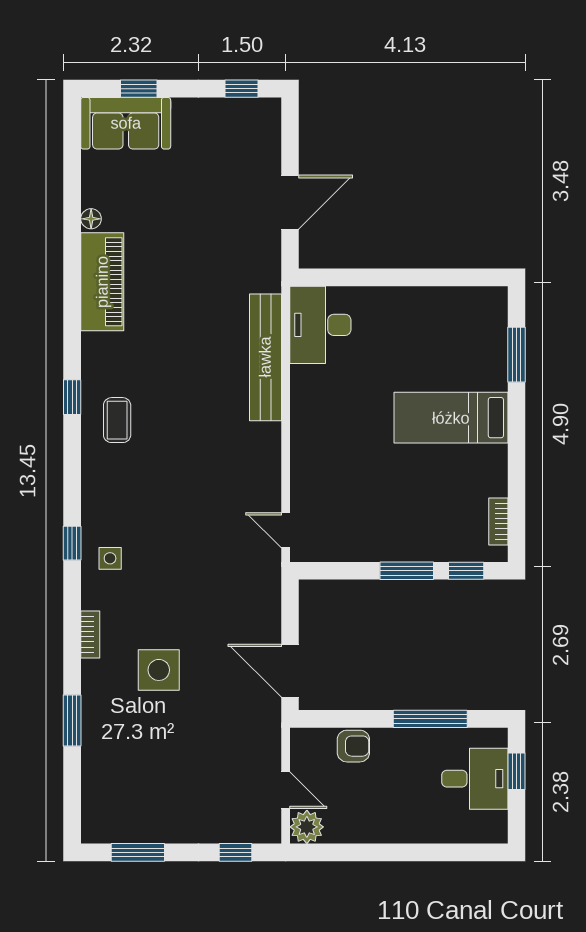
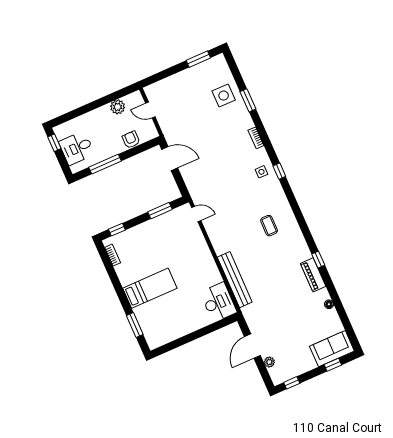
plant: (269, 153) -> (269, 362), added
piano: (102, 282) -> (313, 275), width x0.73, depth x0.75
window: (72, 397) -> (318, 260), moved
coffee table: (117, 420) -> (269, 226), moved
window: (407, 571) -> (160, 211), moved
side table: (159, 670) -> (224, 96), moved
armchair: (353, 746) -> (131, 140), turned 90
window: (517, 771) -> (54, 143), moved
plant: (307, 827) -> (118, 107), moved
window: (236, 852) -> (159, 76), removed

